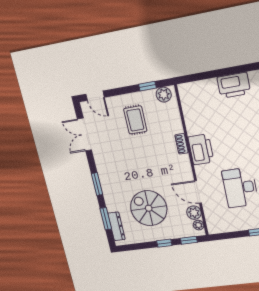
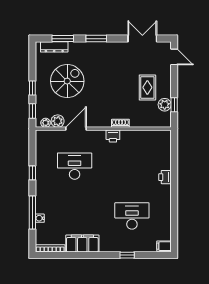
printer: (234, 85) -> (165, 177), width x0.53, depth x0.68
plant: (164, 95) -> (165, 105), moved
door: (95, 96) -> (174, 57), swing flipped
rug: (135, 120) -> (147, 87), turned 90
printer: (201, 149) -> (113, 136), width x0.53, depth x0.68

